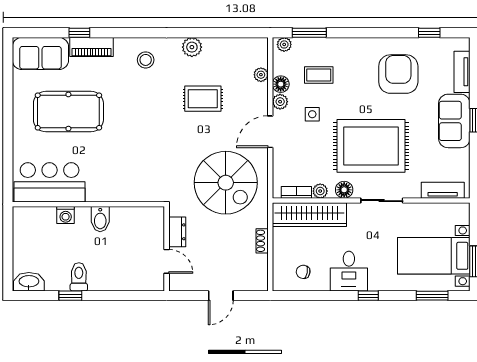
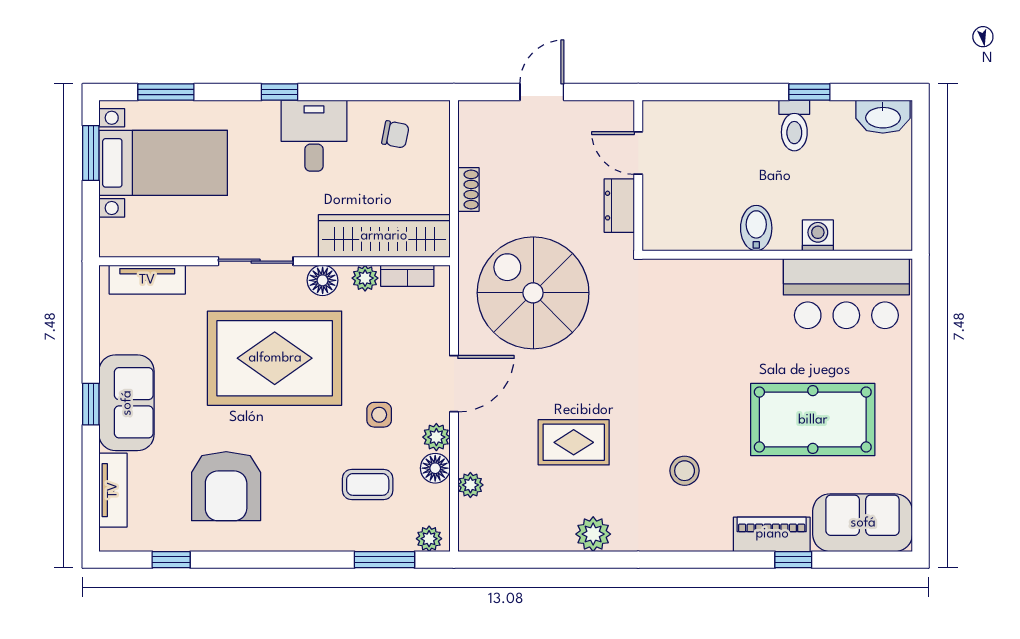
stool: (146, 60) -> (685, 471), moved

